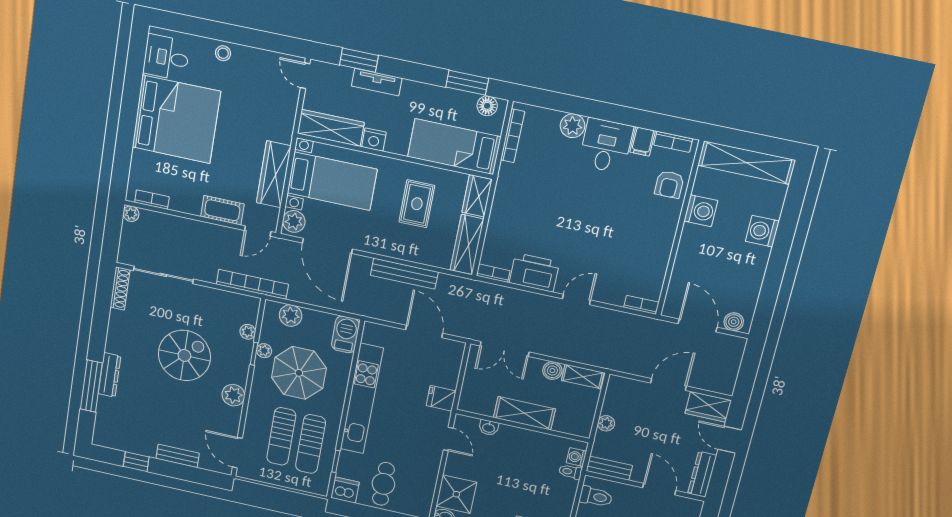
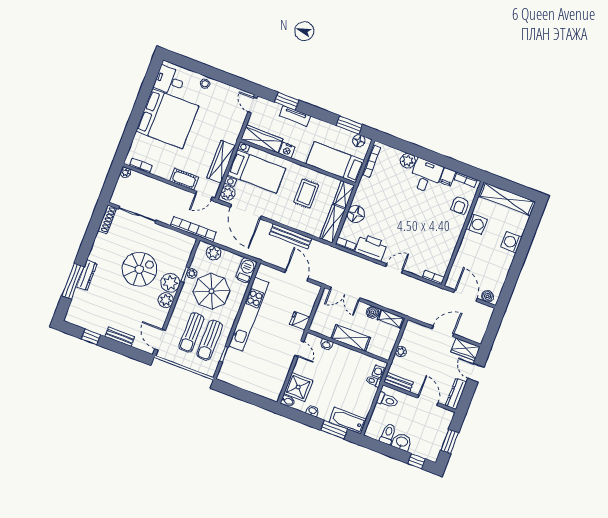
floor lamp: (501, 224) -> (356, 214), added
plant: (248, 332) -> (170, 283), moved, width x1.88, depth x1.88
cafe table: (383, 484) -> (252, 374), removed
dishwasher: (345, 490) -> (226, 375), removed

